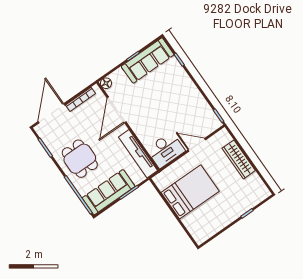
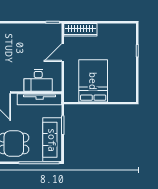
desk: (166, 150) -> (38, 80), moved, turned 90
wardrobe: (239, 159) -> (80, 30), moved

